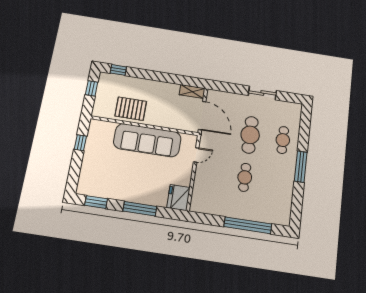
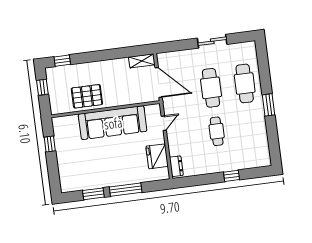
cafe table: (283, 140) -> (245, 83), width x1.37, depth x1.35
window: (301, 167) -> (269, 105), width x0.69
fridge: (178, 198) -> (157, 156), moved
dresser: (196, 200) -> (176, 166), added
window: (96, 202) -> (93, 194), moved
window: (248, 225) -> (231, 176), width x0.32

